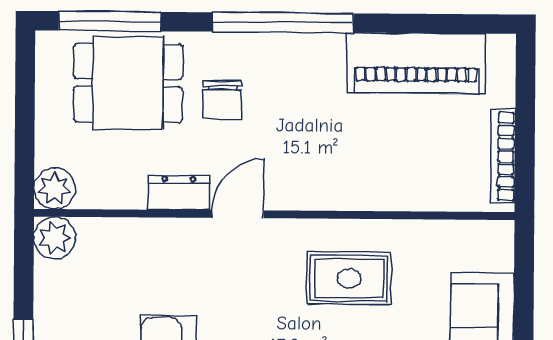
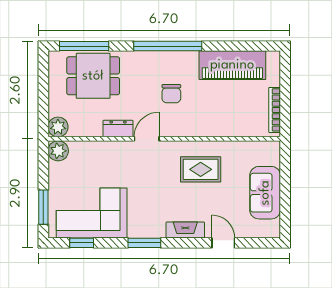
chair: (222, 100) -> (171, 94), moved

